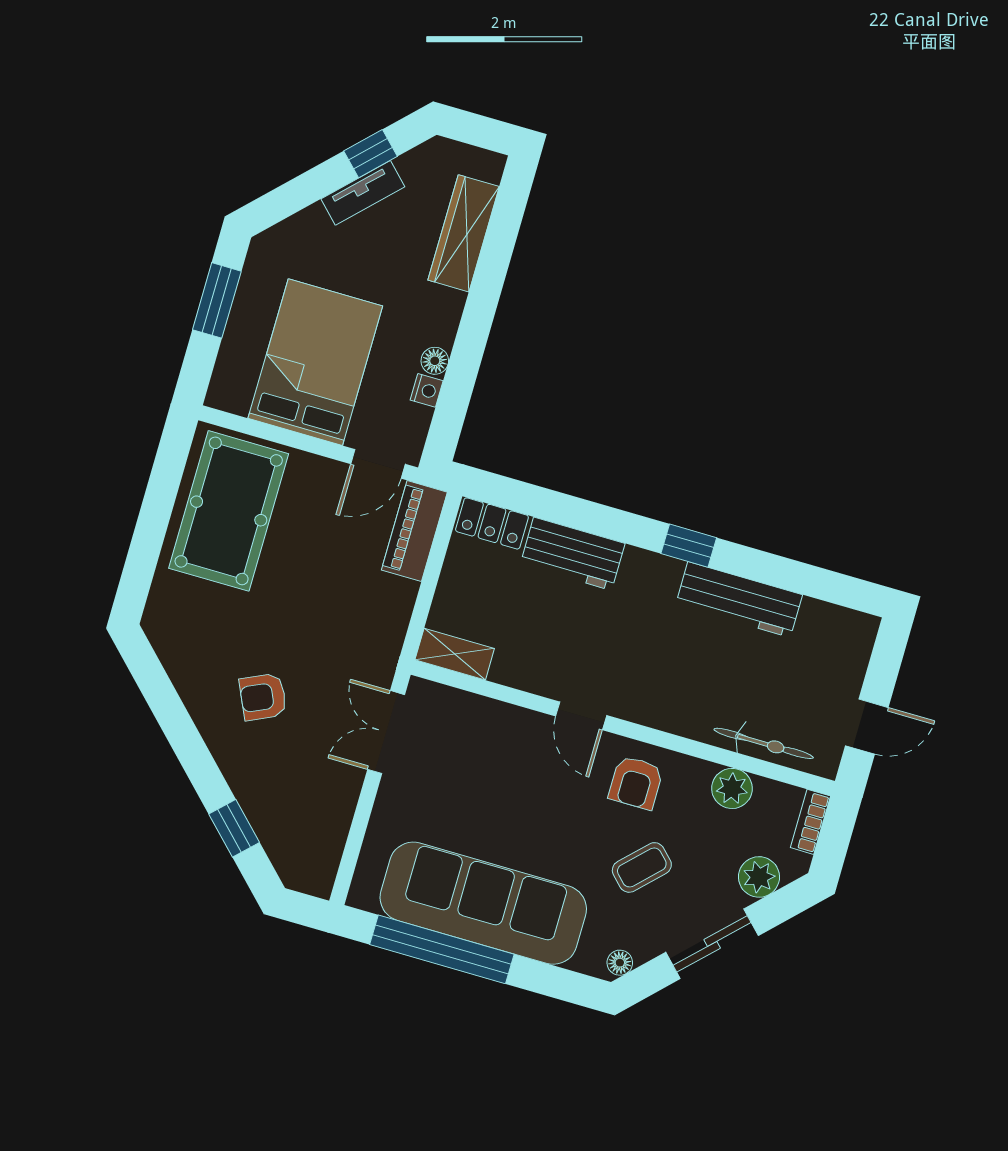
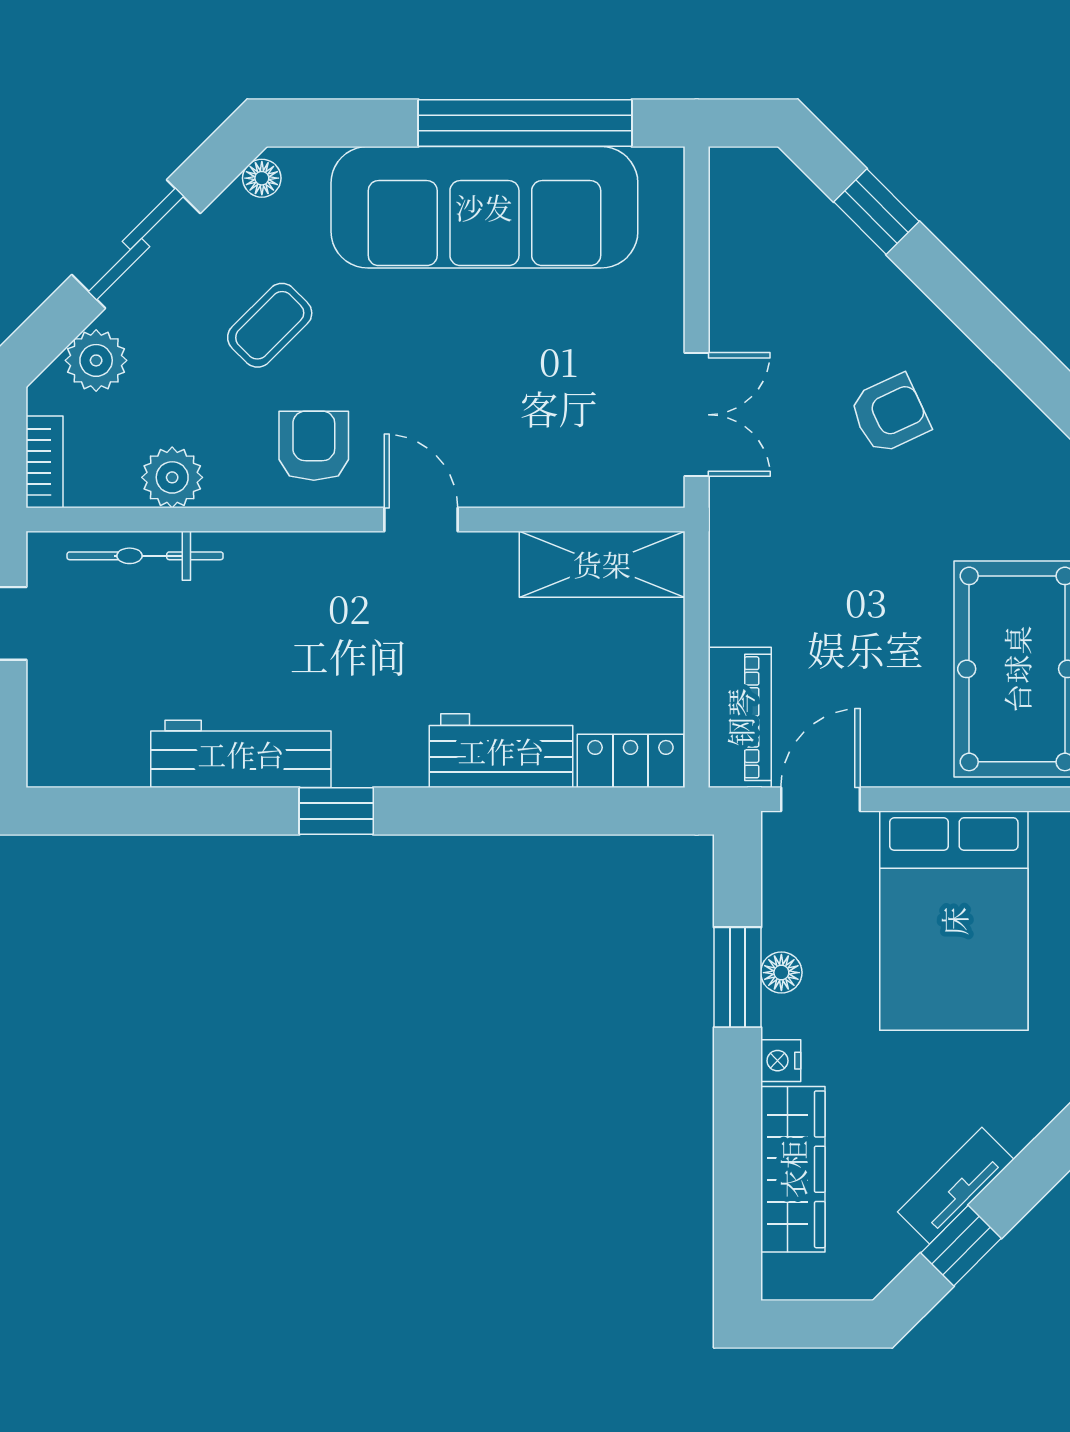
window: (464, 366) -> (737, 977), added
nightstand: (427, 390) -> (781, 1061), moved
shelving: (455, 654) -> (602, 564), width x1.50, depth x1.33

